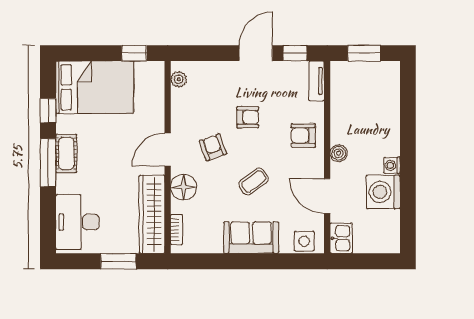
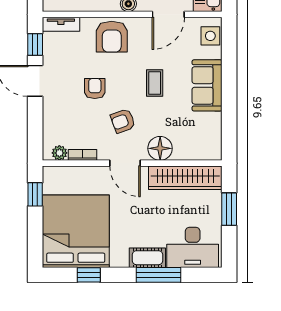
bed: (95, 87) -> (76, 231), width x1.36
armchair: (303, 135) -> (112, 37), width x1.38, depth x1.38
cot: (66, 153) -> (147, 258), moved
window: (48, 163) -> (158, 275), moved
coffee table: (254, 181) -> (155, 83), turned 37
bookcase: (177, 230) -> (82, 155), moved

